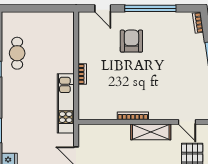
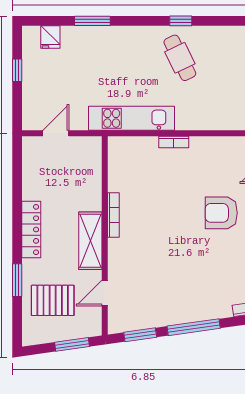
armchair: (131, 41) -> (221, 213), turned 180
cafe table: (17, 53) -> (180, 58), moved, turned 64

